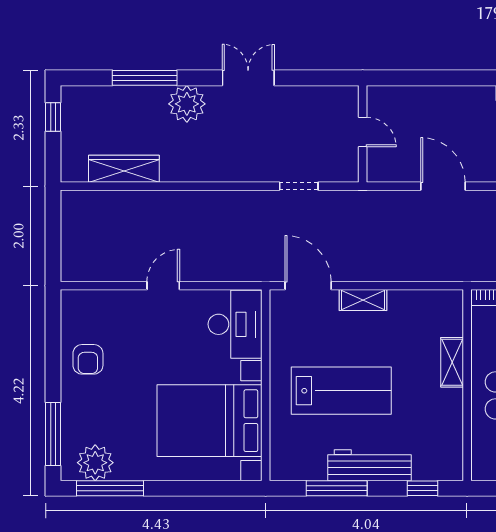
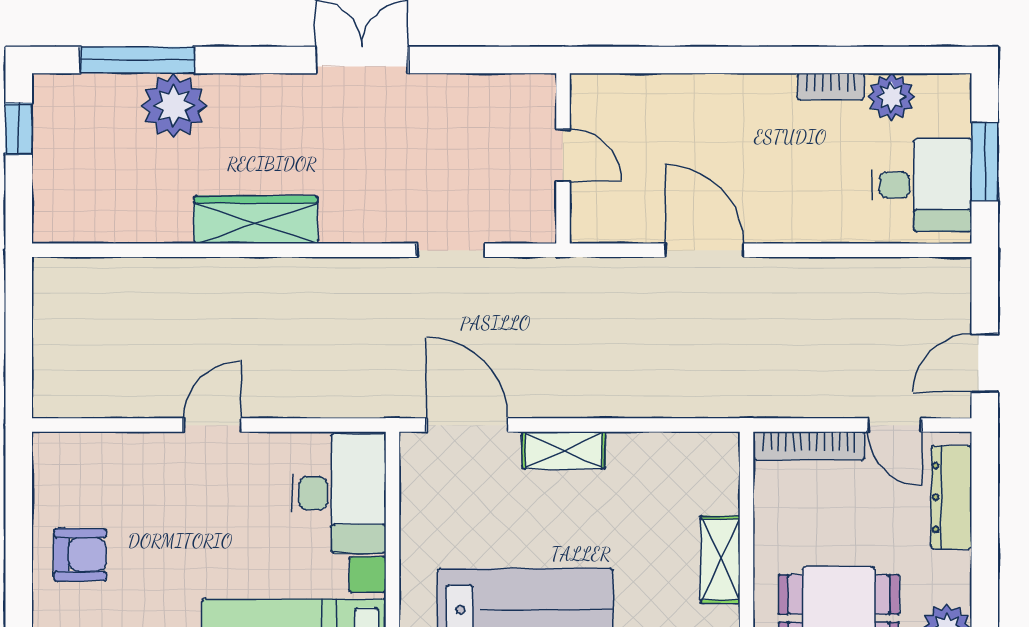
window: (145, 78) -> (137, 60), moved
plant: (187, 104) -> (174, 106), moved
wardrobe: (124, 169) -> (256, 220), moved
armchair: (88, 359) -> (80, 555), turned -90

